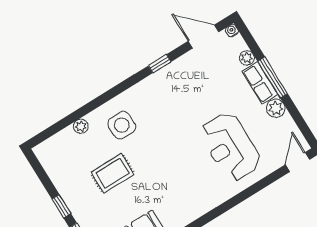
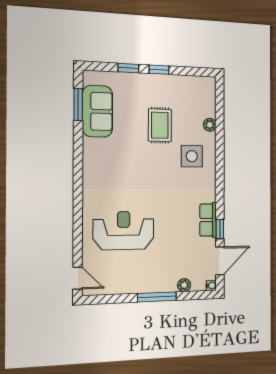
window: (160, 64) -> (220, 229), moved
row of seats: (260, 83) -> (208, 220), moved, turned -90
plant: (276, 108) -> (132, 285), removed

